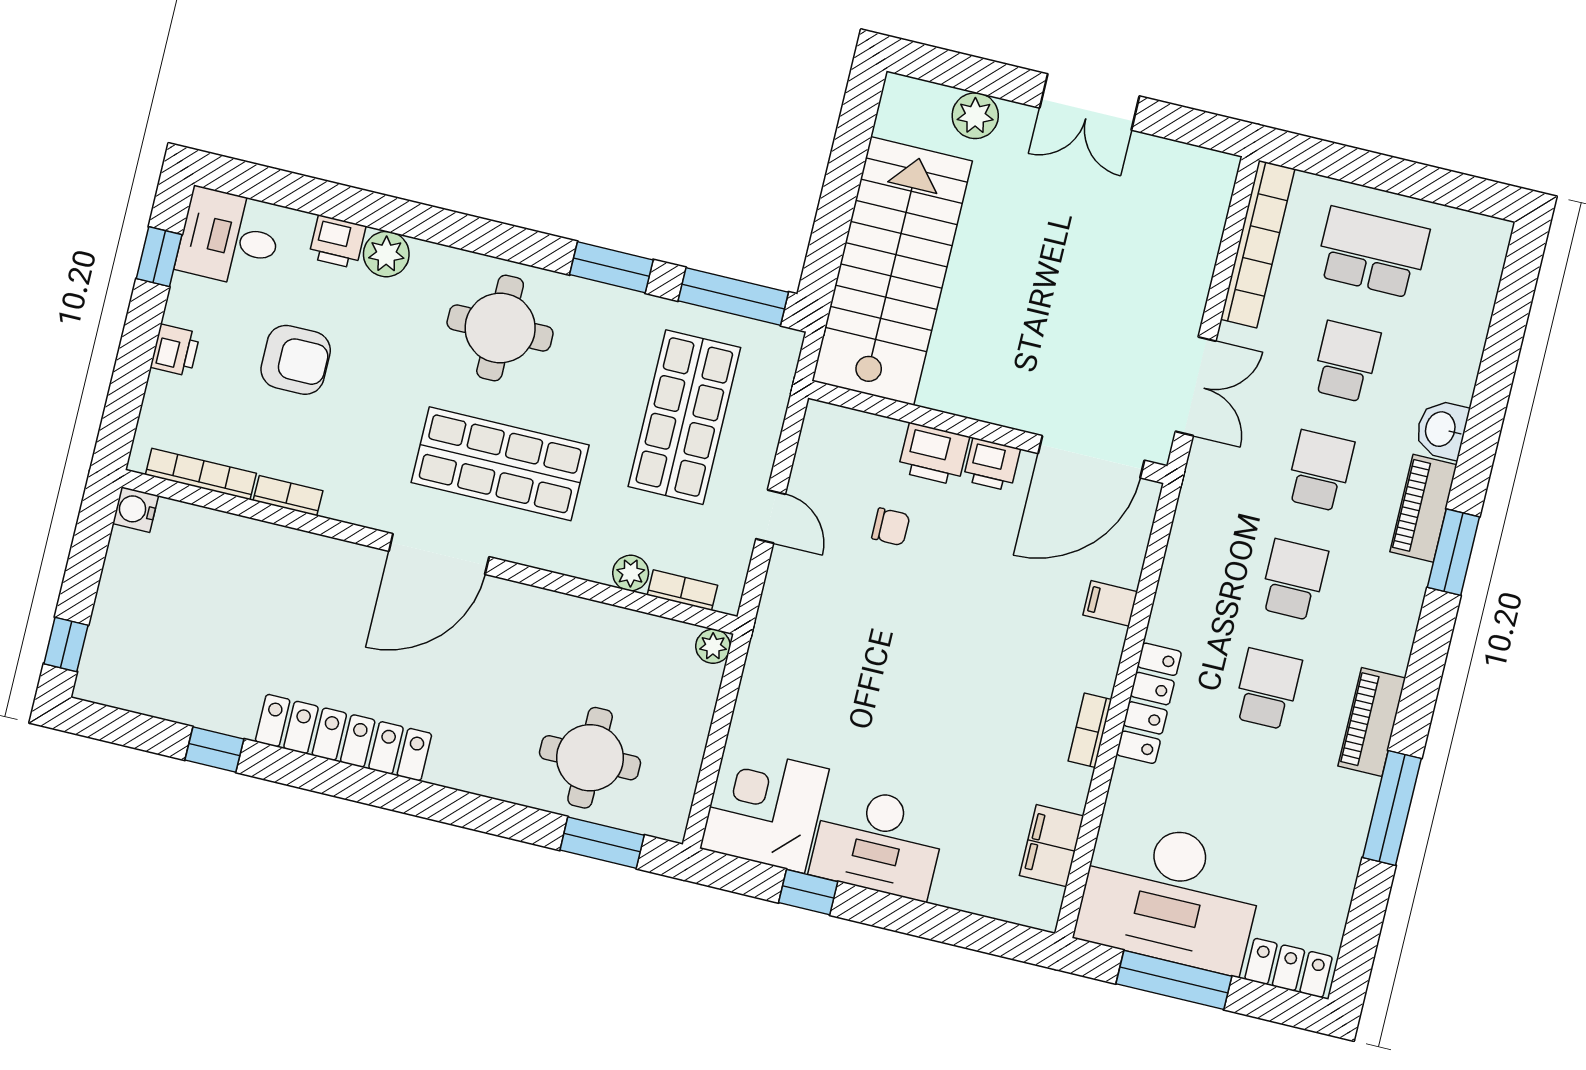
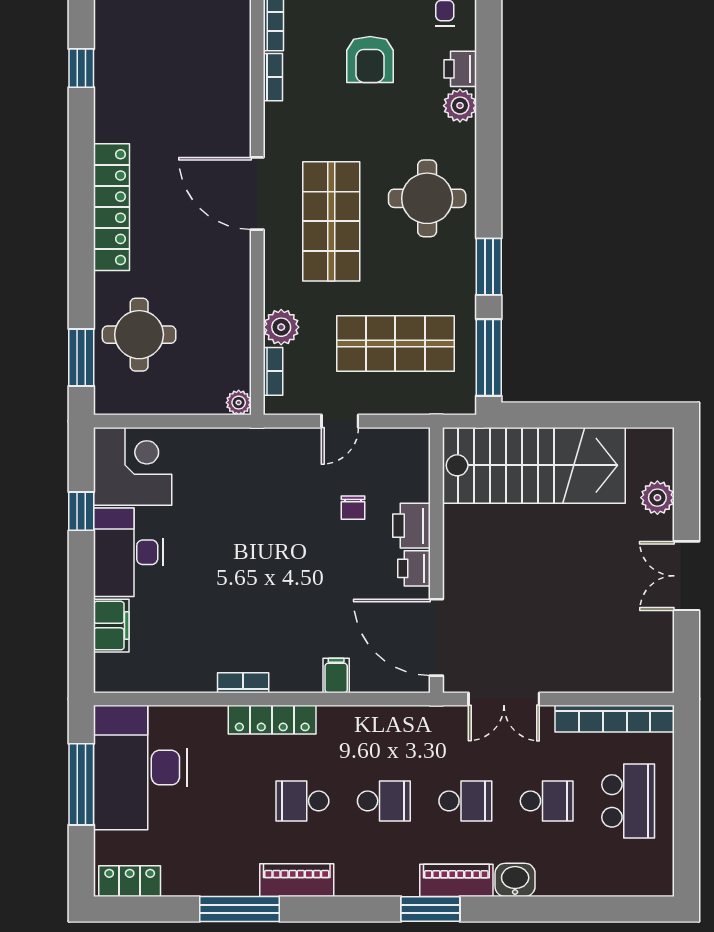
plant: (631, 573) -> (281, 327), width x1.38, depth x1.38
school desk: (1267, 689) -> (302, 801), turned 180
locker: (343, 738) -> (112, 207), moved
filing cabinet: (1052, 846) -> (111, 626), moved, turned 90
locker: (1288, 968) -> (130, 881), moved, turned -90

